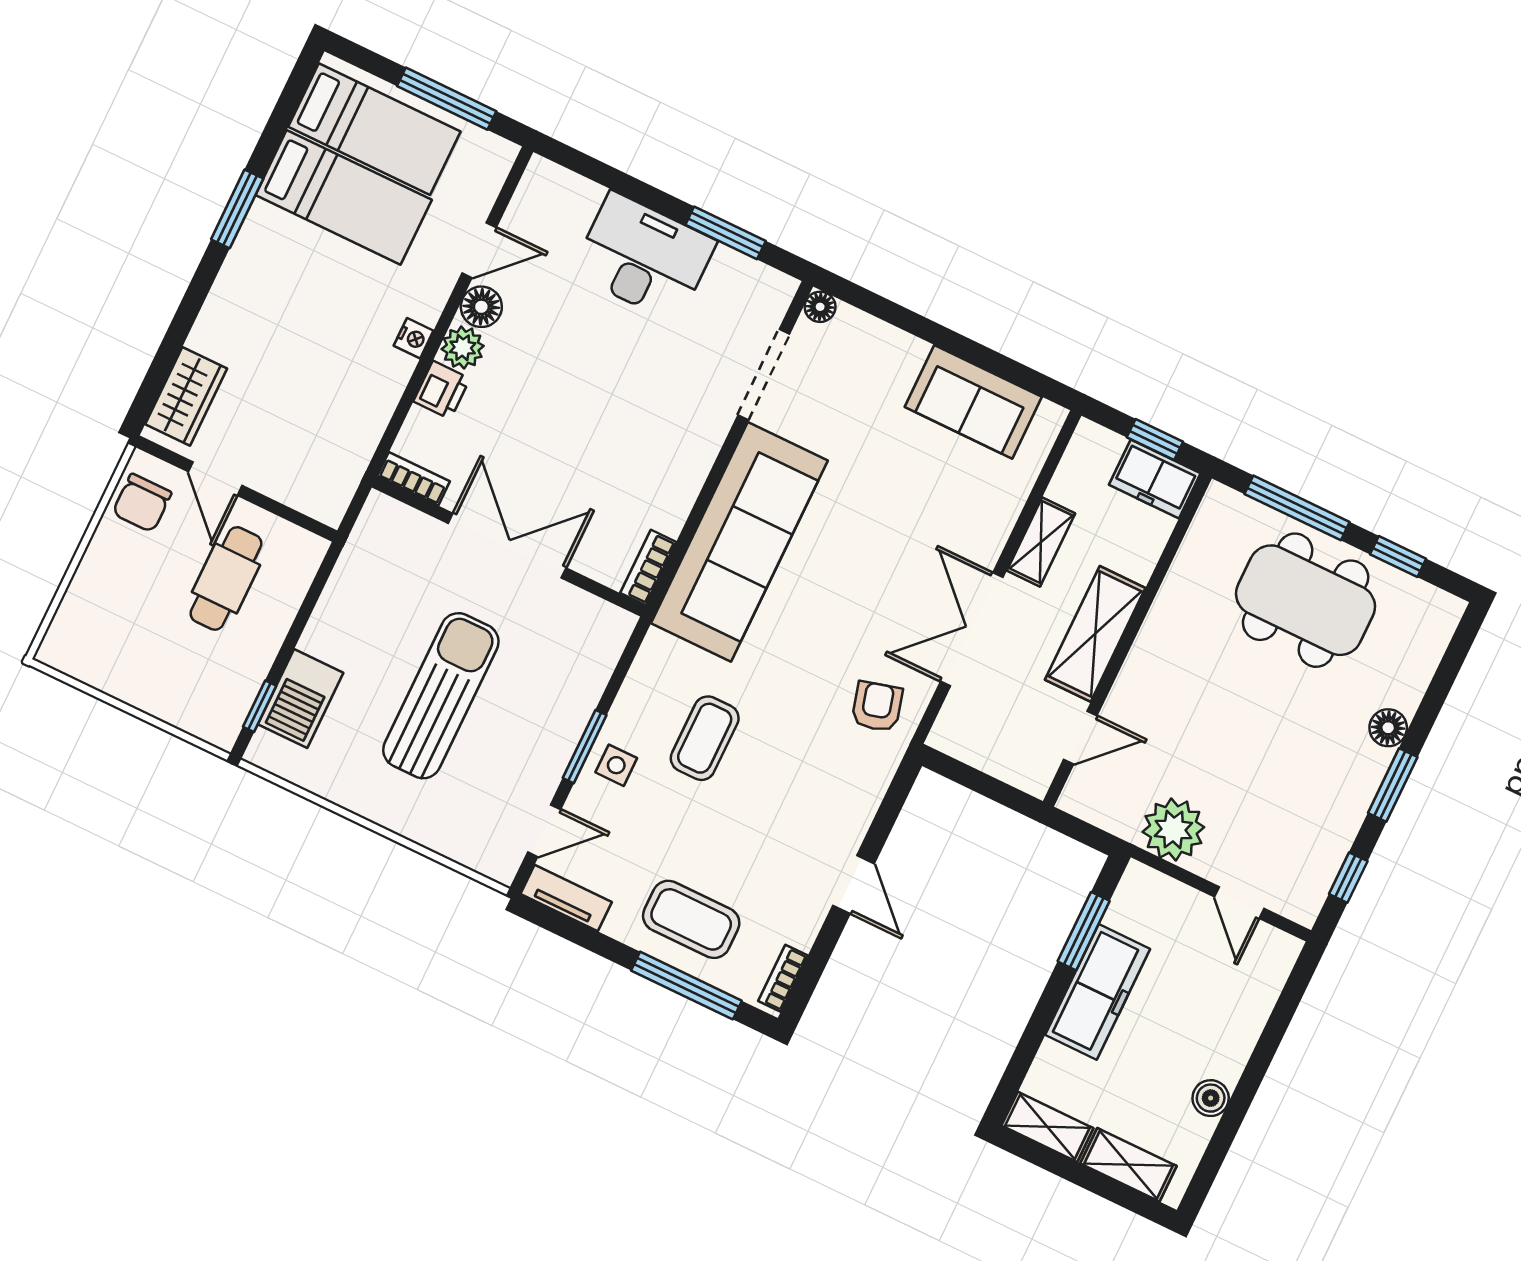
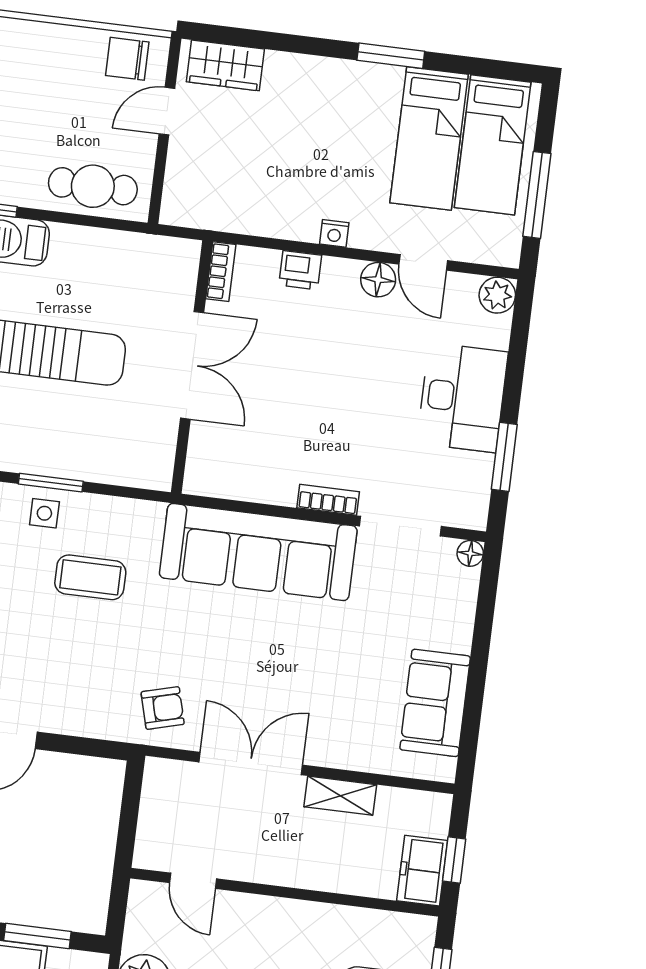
plant: (463, 348) -> (497, 295), moved
bookcase: (648, 568) -> (328, 500), moved
cafe table: (226, 578) -> (93, 186), moved
shelving: (1095, 634) -> (281, 865), removed

